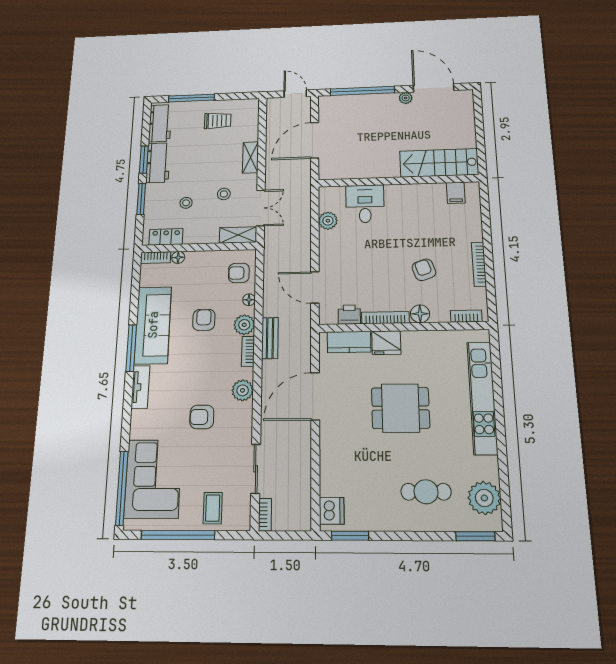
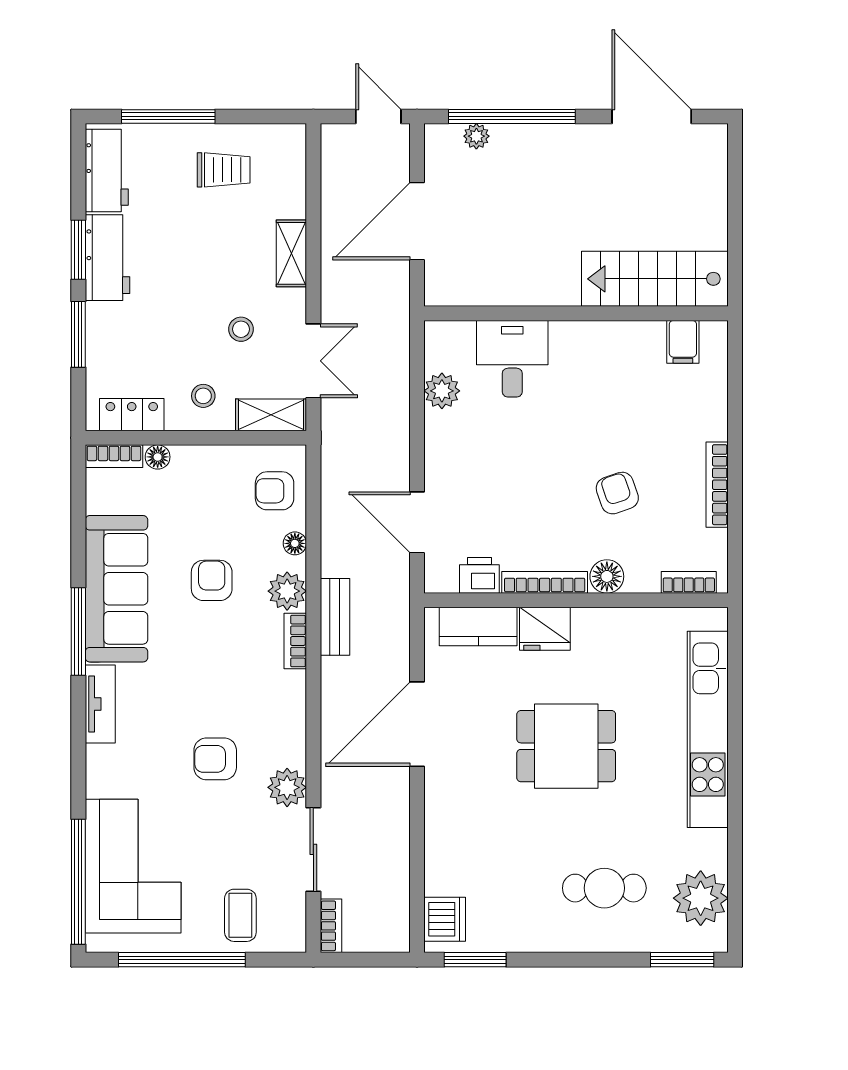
plant: (406, 98) -> (476, 136), moved
stool: (186, 203) -> (203, 396), moved
plant: (243, 390) -> (287, 787), moved

